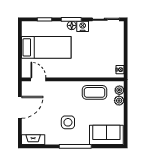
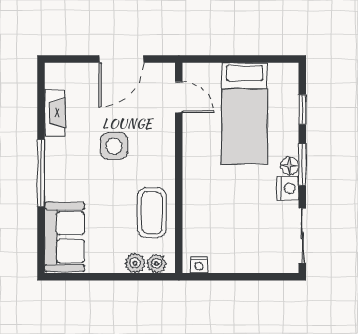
door: (38, 79) -> (179, 97), hinge flipped
door: (20, 107) -> (121, 59), hinge flipped
side table: (68, 122) -> (114, 146), moved
fireplace: (33, 140) -> (55, 113), moved

